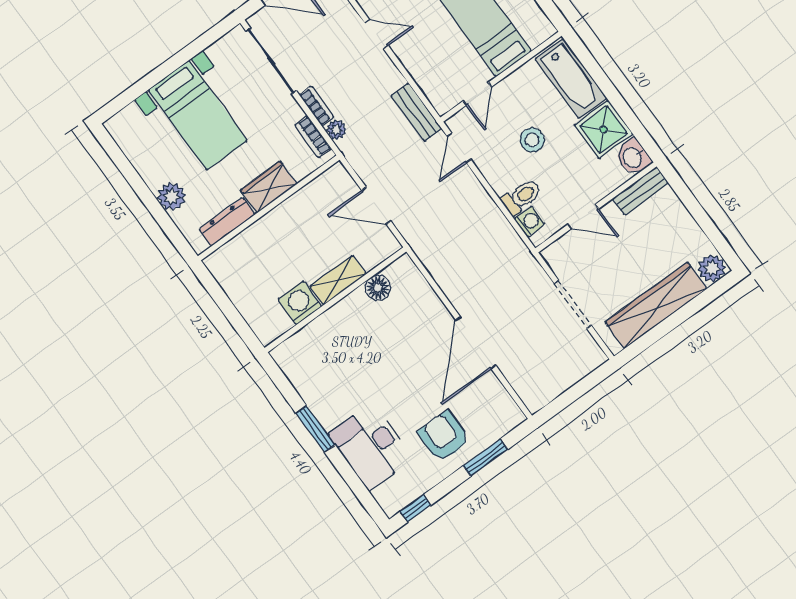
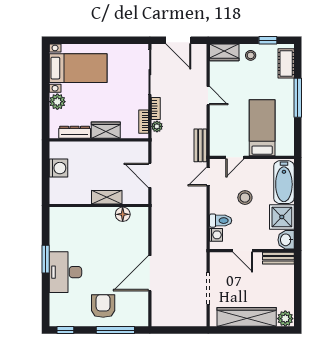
bed with nightstands: (198, 115) -> (78, 68), moved, turned -90
washing machine: (300, 303) -> (58, 168), moved, turned 90
desk: (371, 447) -> (65, 272), moved
window: (485, 458) -> (115, 330), width x1.44

